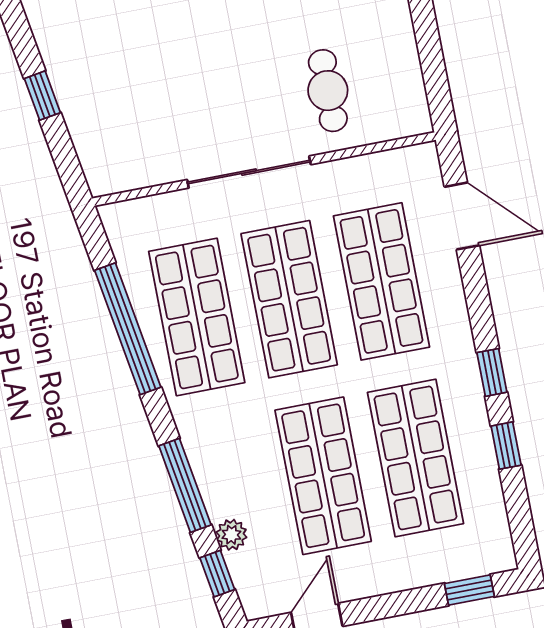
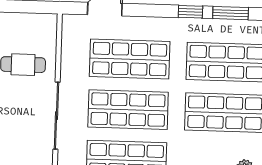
window: (506, 446) -> (231, 13), width x1.50

